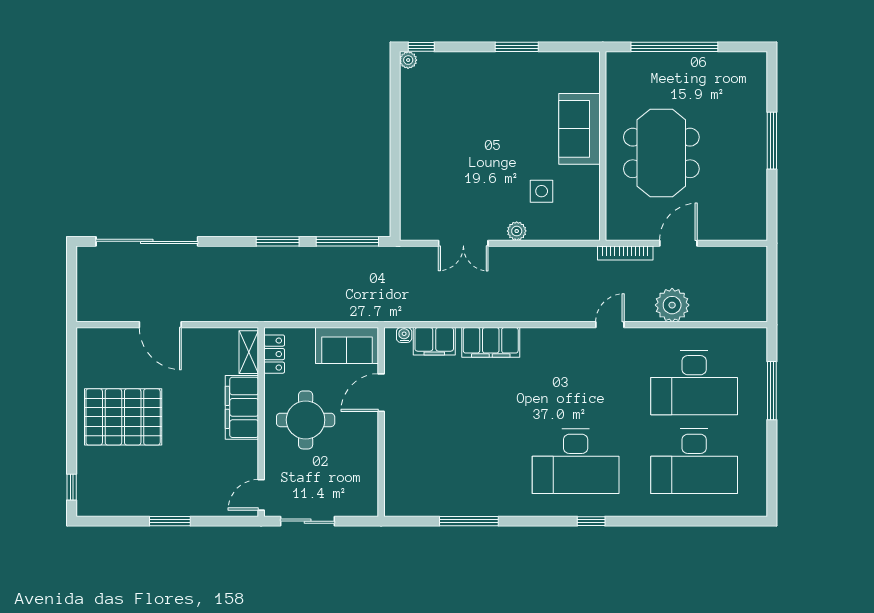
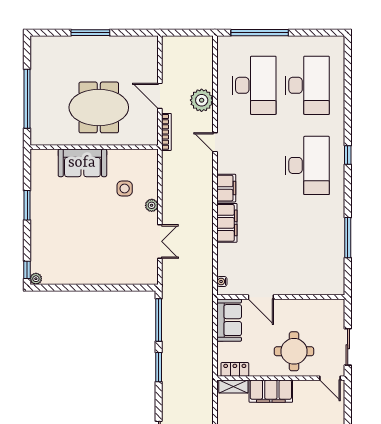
filing cabinet: (434, 341) -> (226, 188), moved
window: (772, 391) -> (260, 33), width x1.46
round table: (306, 420) -> (294, 351), moved

